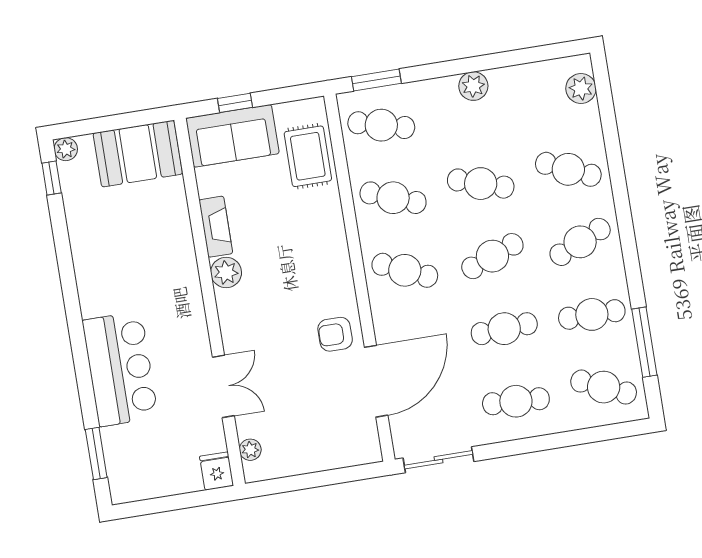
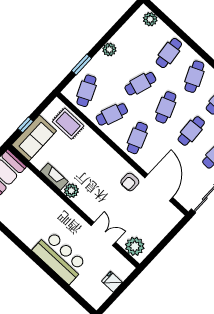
window: (376, 80) -> (82, 65), moved
cafe table: (381, 125) -> (86, 91), turned -39
cafe table: (568, 169) -> (169, 53), turned -30
cafe table: (405, 270) -> (137, 138), turned -45
plant: (250, 450) -> (135, 246), width x1.88, depth x1.88
window: (96, 454) -> (75, 296), removed
fridge: (217, 471) -> (112, 282), moved

